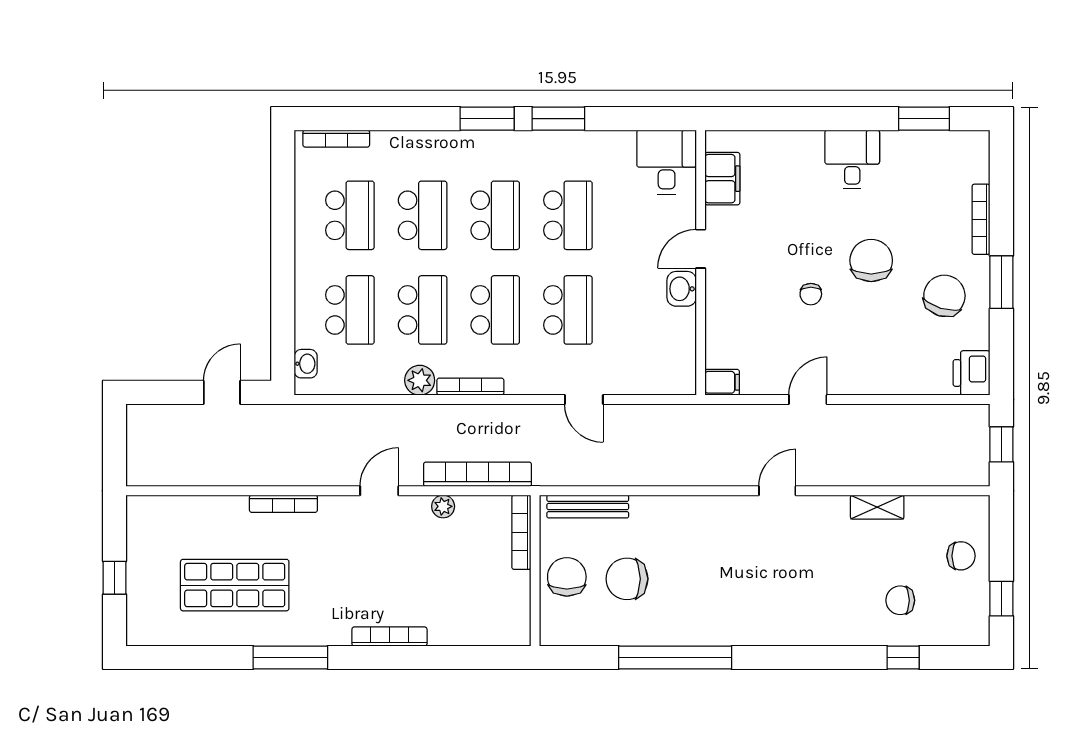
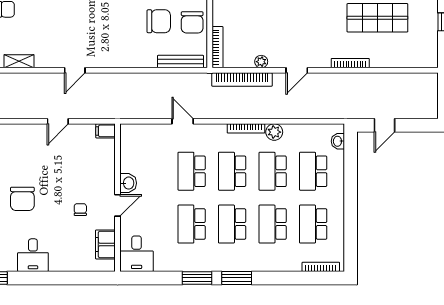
chair: (811, 294) -> (80, 210), moved

